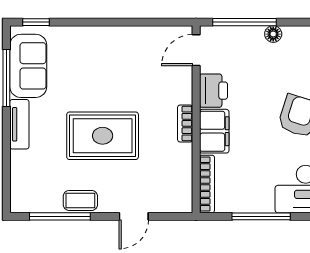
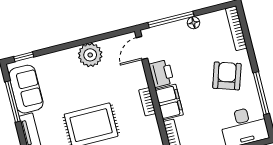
plant: (125, 42) -> (90, 55), added

